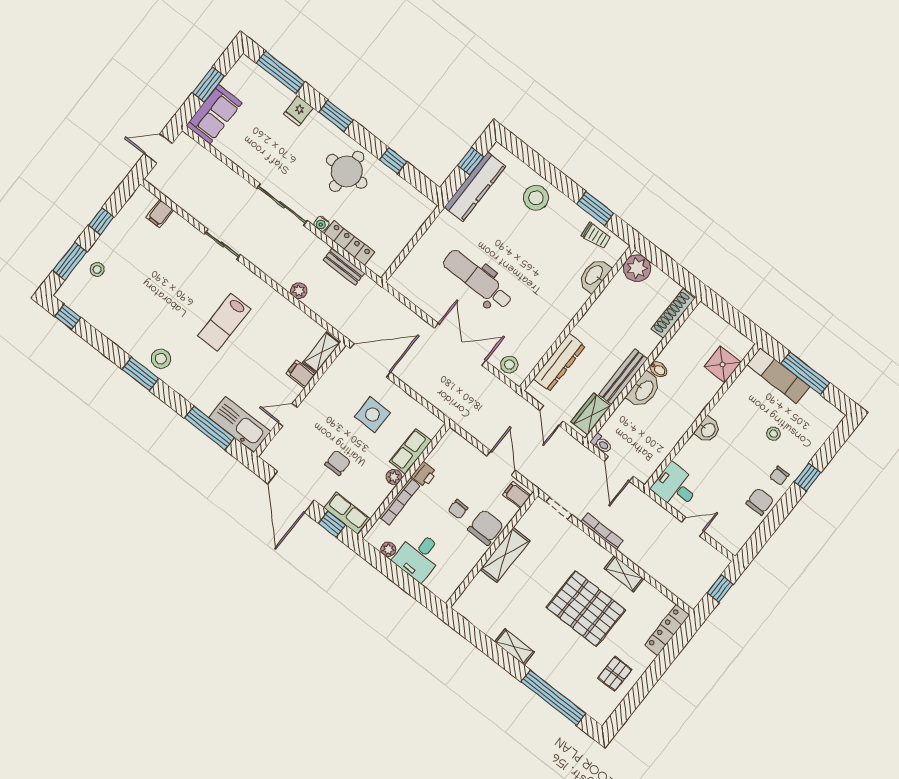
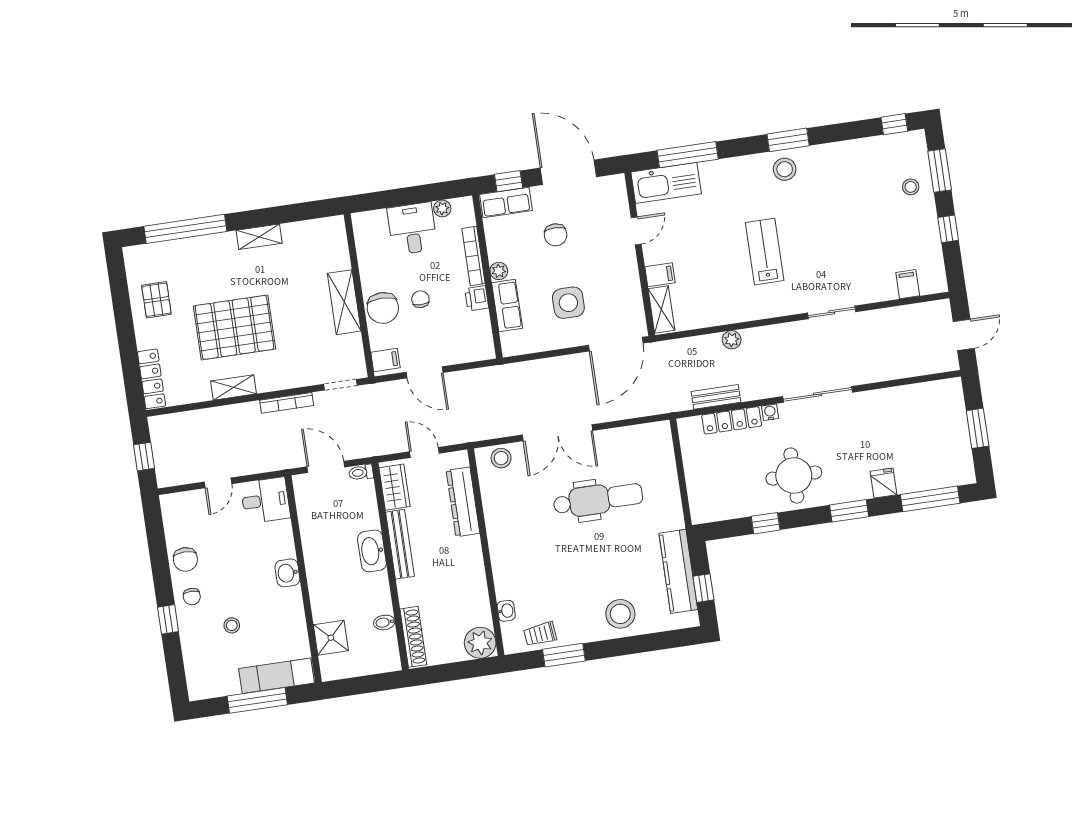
sofa: (214, 114) -> (948, 409), removed
washbasin: (594, 275) -> (506, 611), width x0.52, depth x0.69
bidet: (658, 369) -> (384, 622), moved
chair: (779, 476) -> (192, 597), turned 180

